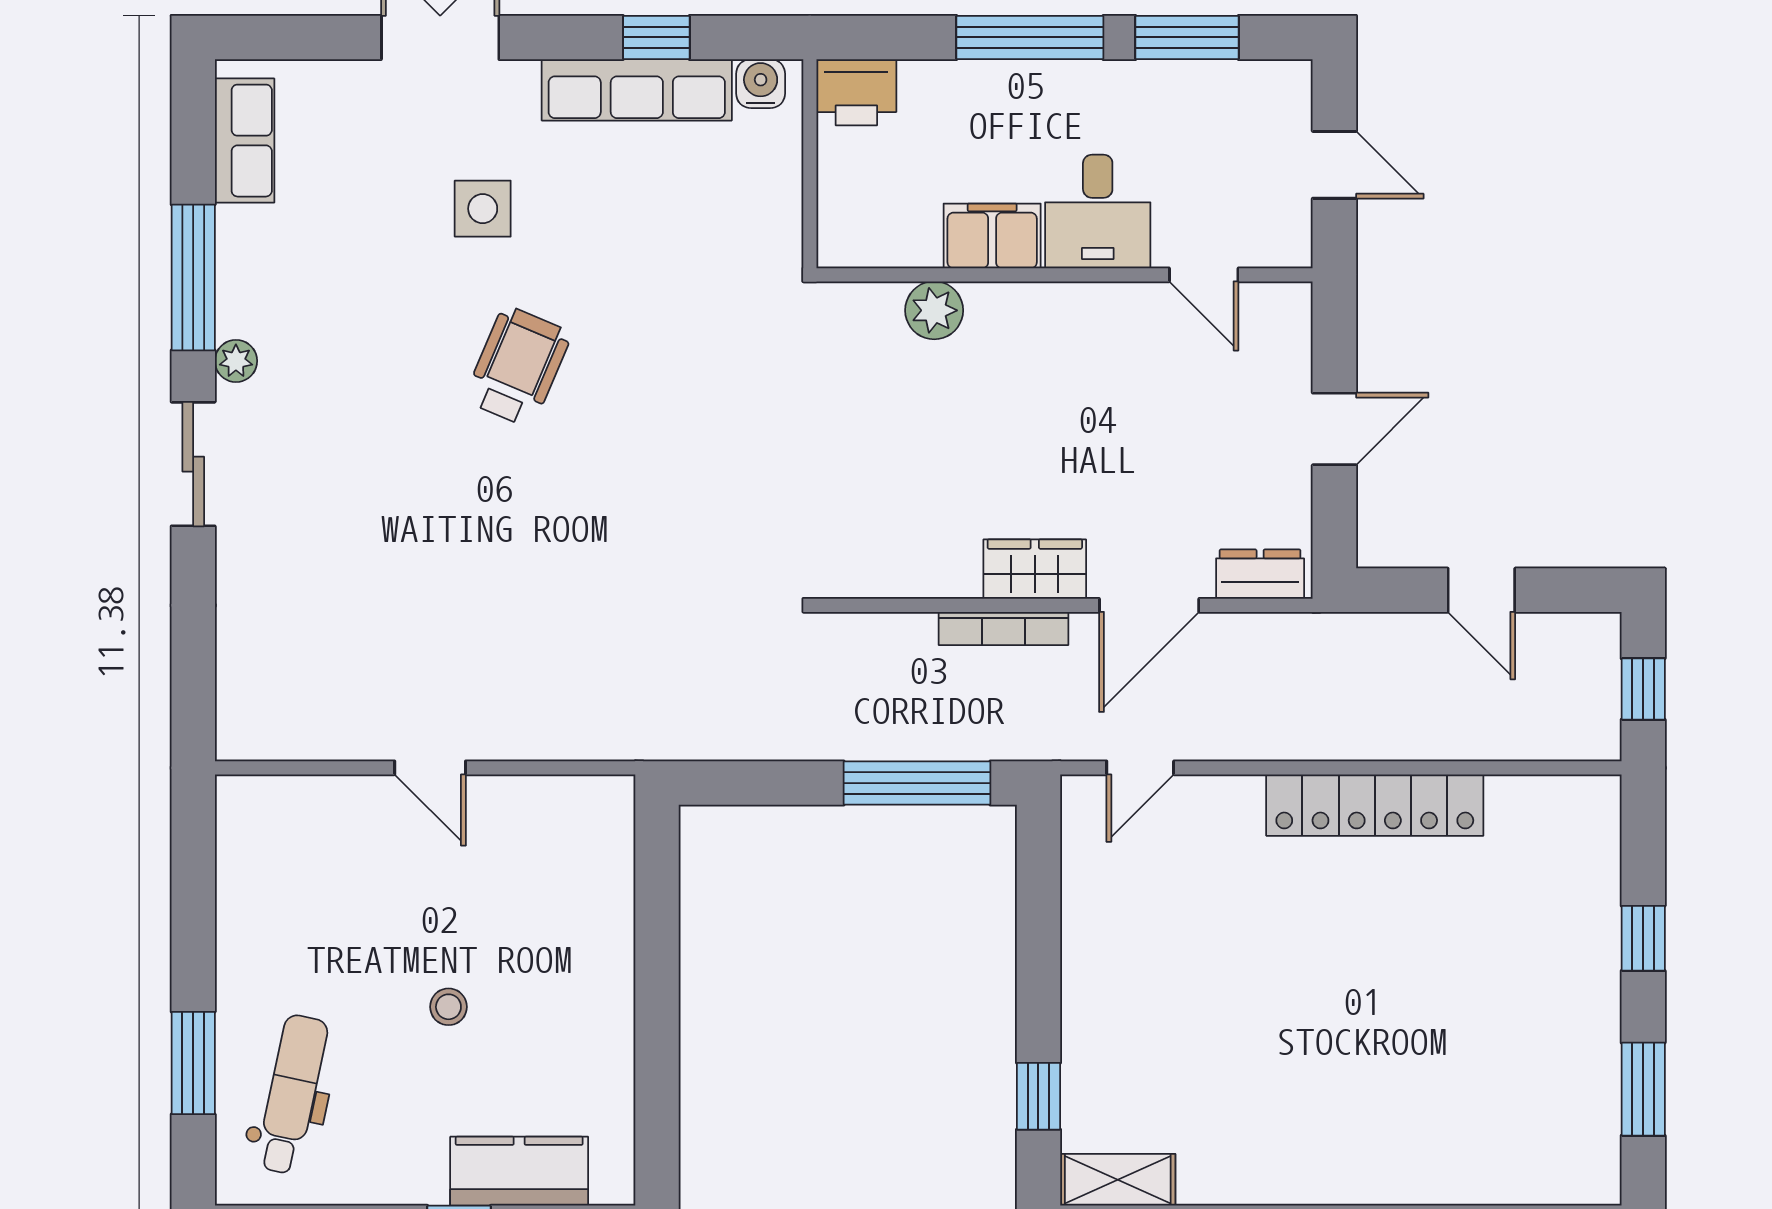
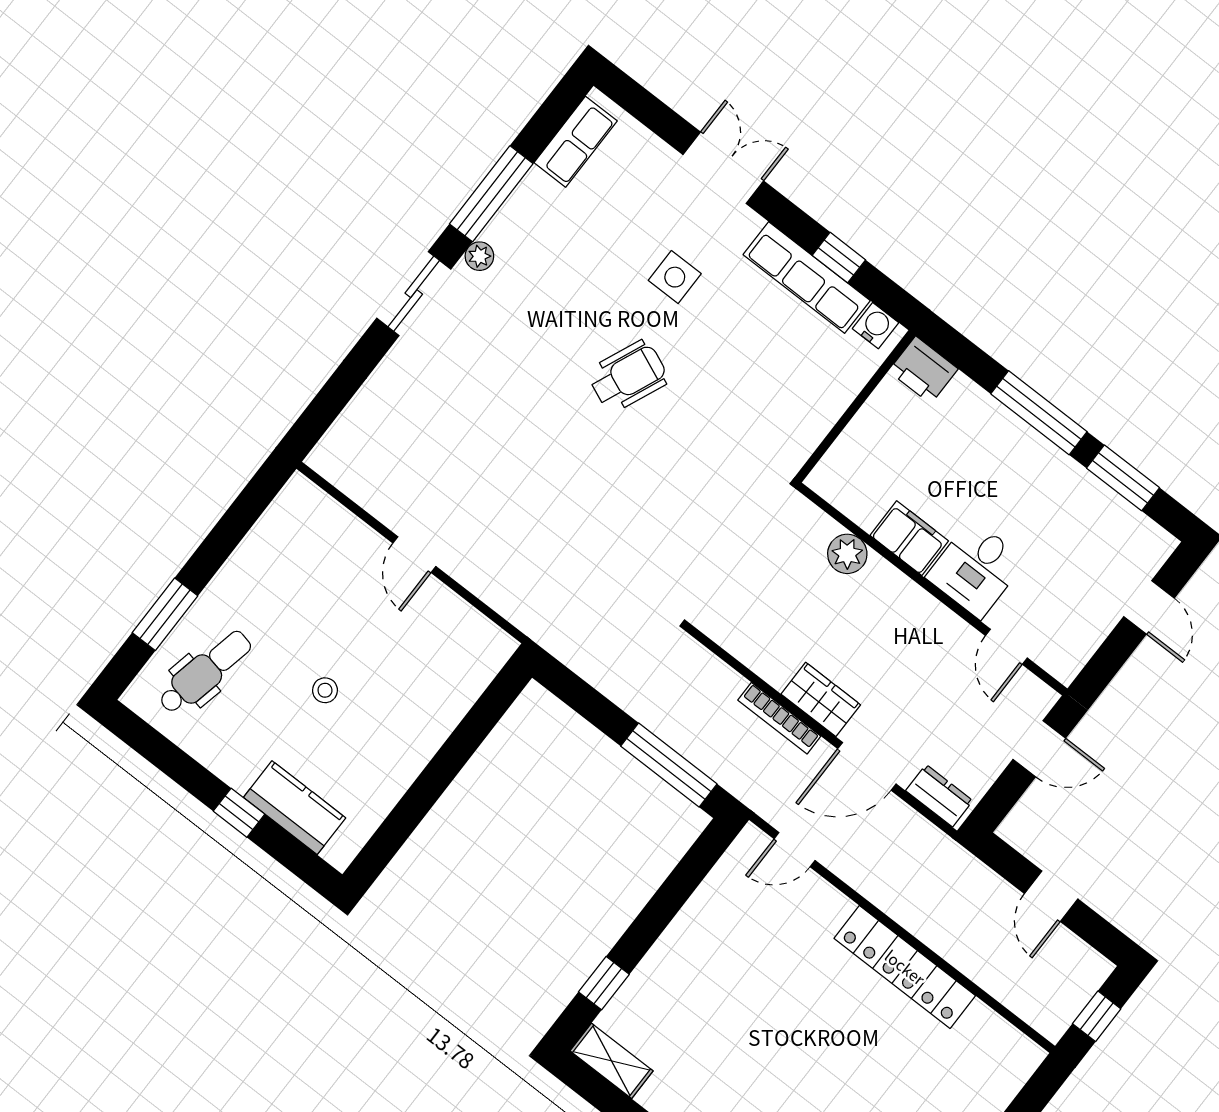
desk: (1098, 211) -> (976, 569), moved
filing cabinet: (992, 236) -> (909, 538), moved
wall: (1064, 275) -> (932, 589), moved
door: (1204, 275) -> (1006, 647), moved
plant: (934, 310) -> (847, 554), moved

